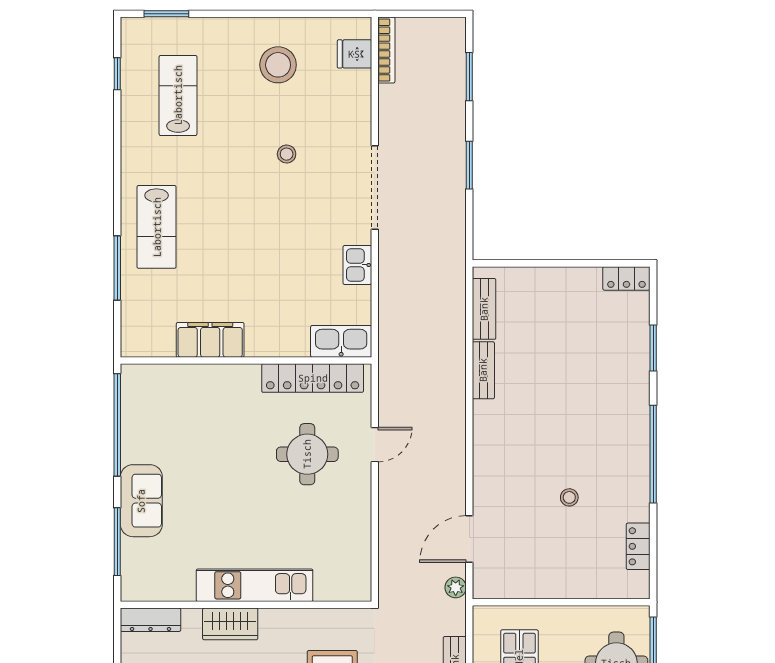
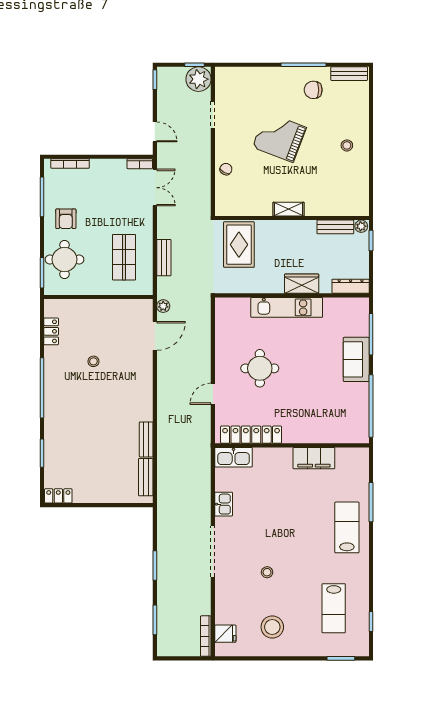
round table: (307, 454) -> (260, 368), moved

